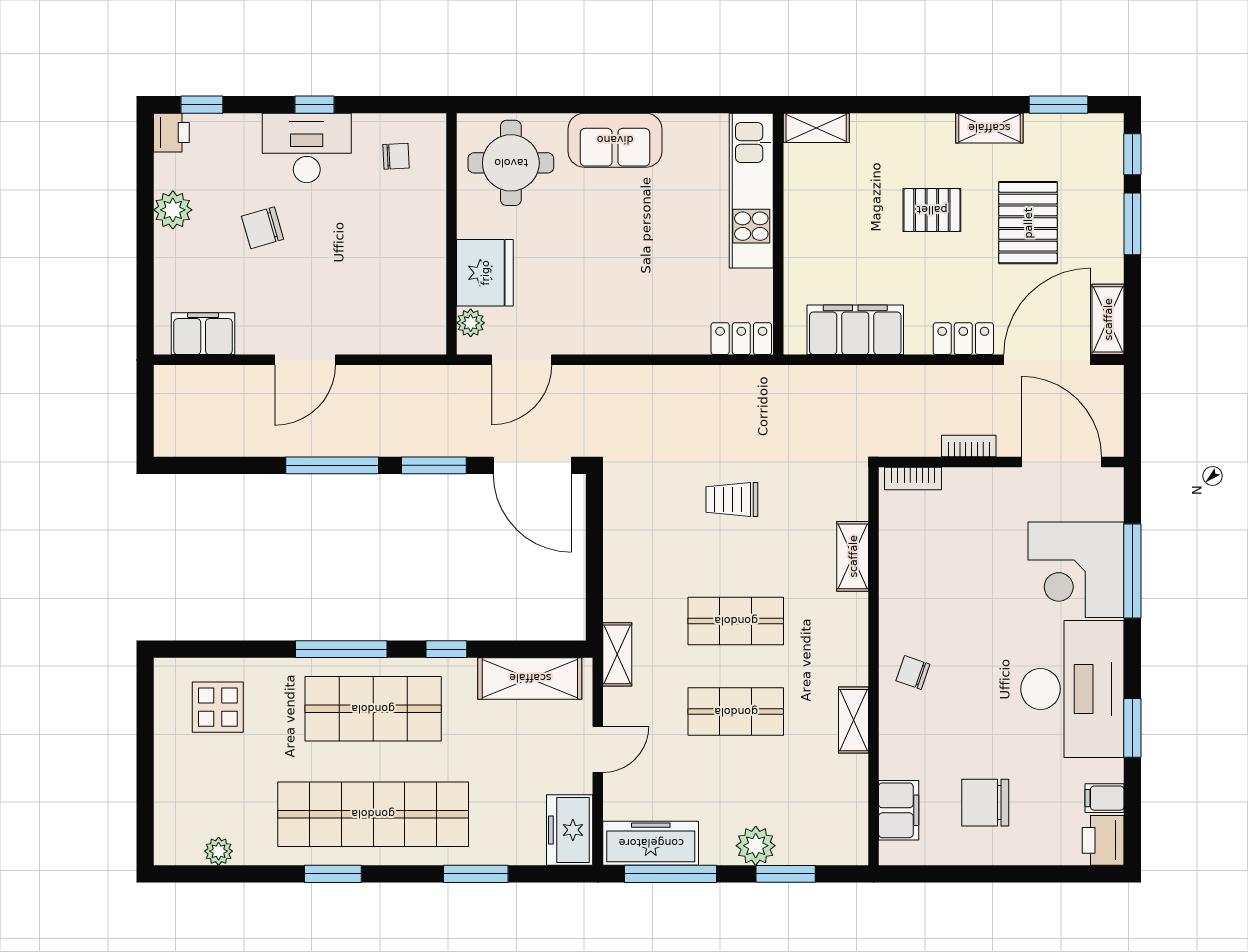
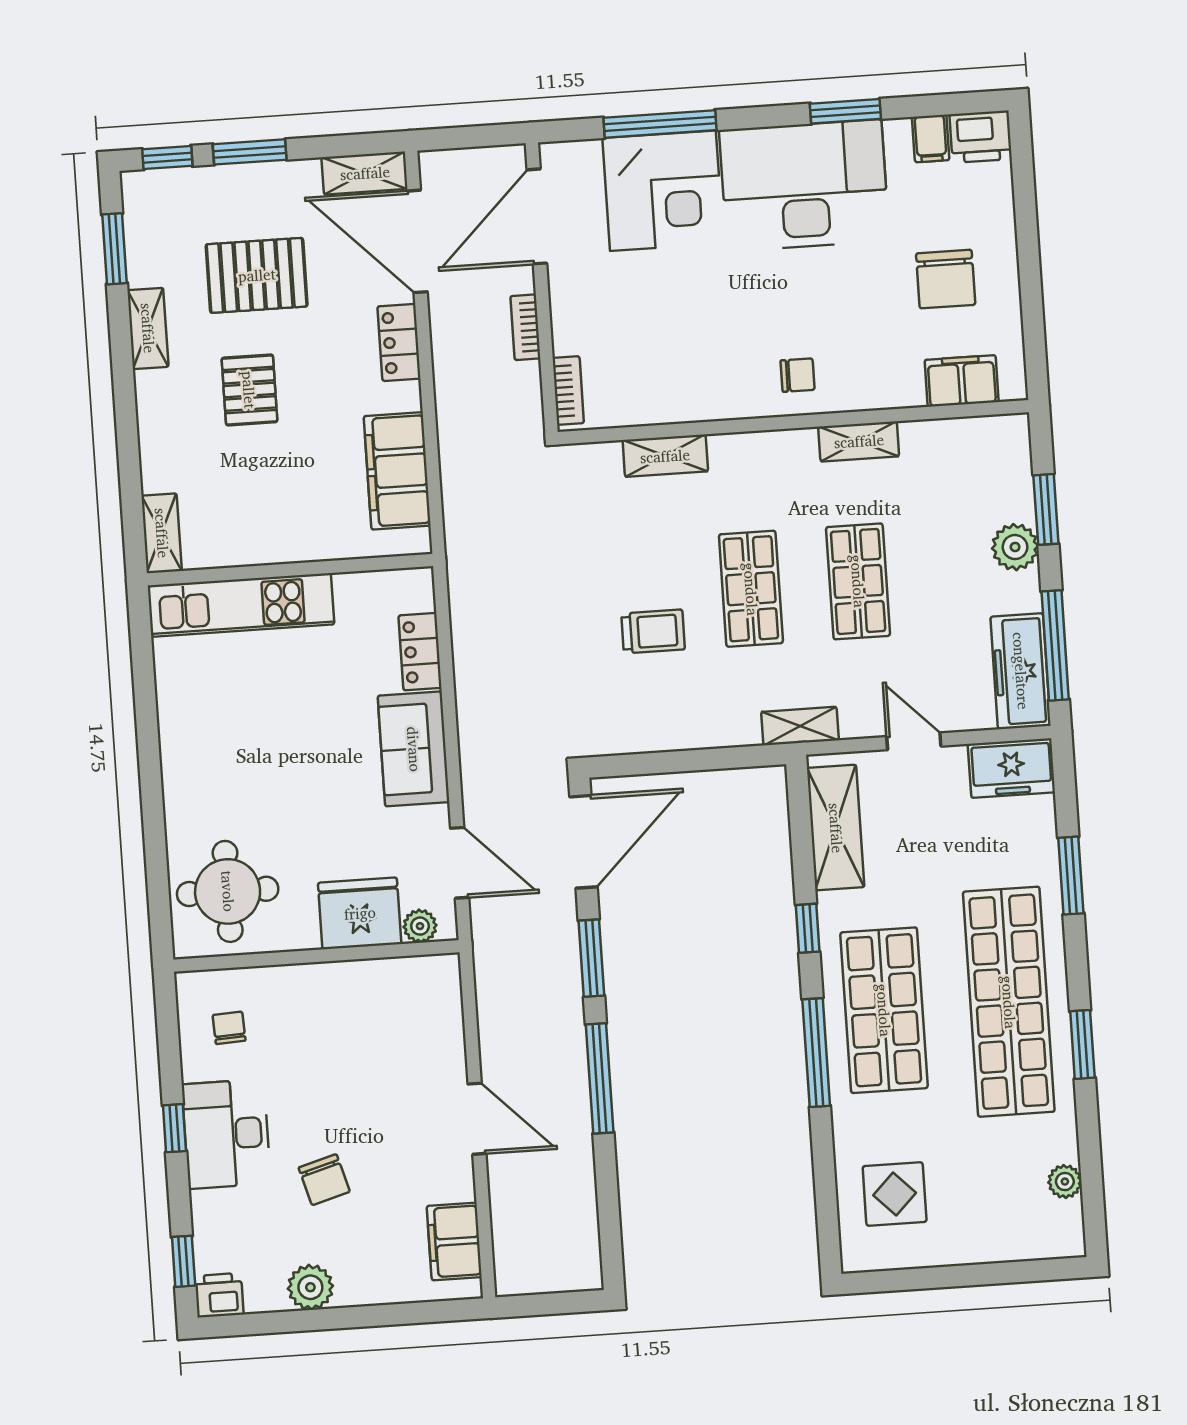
sofa: (615, 140) -> (414, 749), moved, turned 180
locker: (741, 339) -> (420, 652), moved
trolley: (732, 499) -> (653, 631), moved, turned -90
chair: (913, 672) -> (798, 375), turned -109

